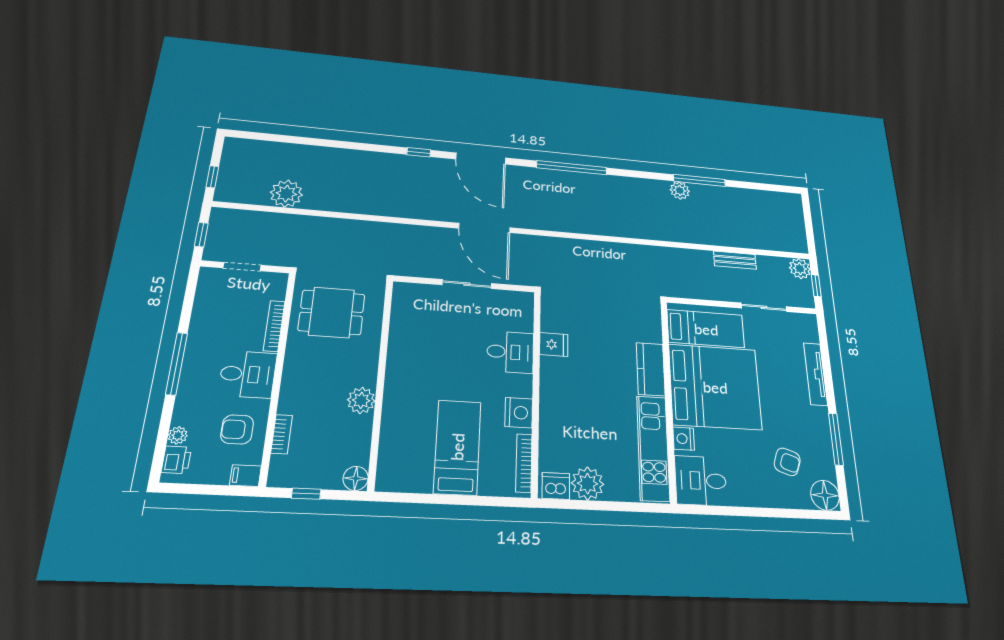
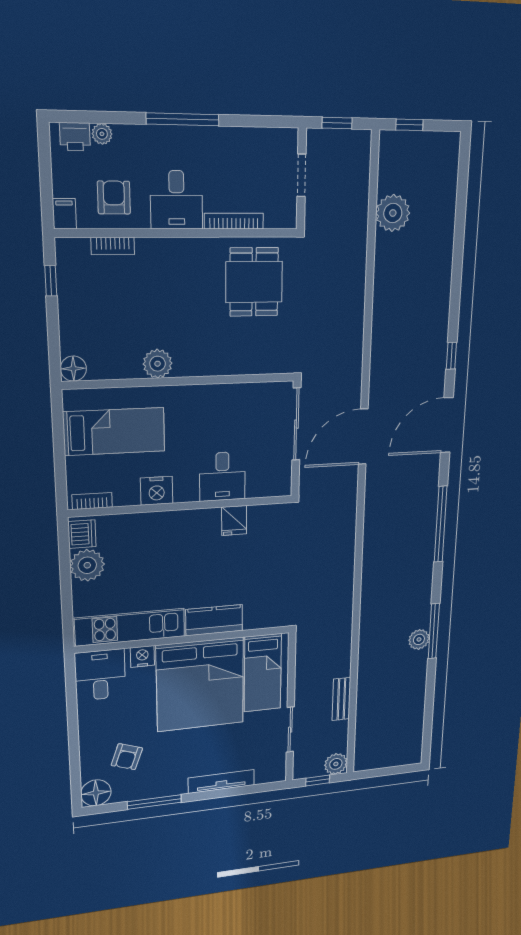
window: (699, 180) -> (434, 631), moved
sliding door: (467, 284) -> (296, 424), width x1.37
wall: (381, 381) -> (181, 381), moved
plant: (361, 400) -> (158, 364), moved
bookcase: (524, 463) -> (92, 501), width x0.64
floor lamp: (356, 478) -> (73, 369), moved

